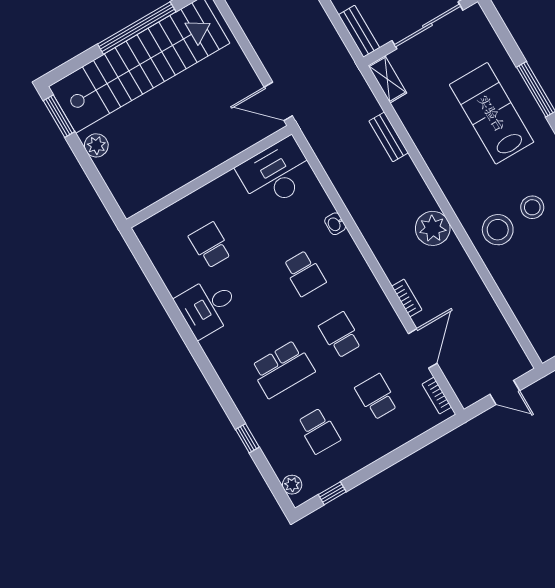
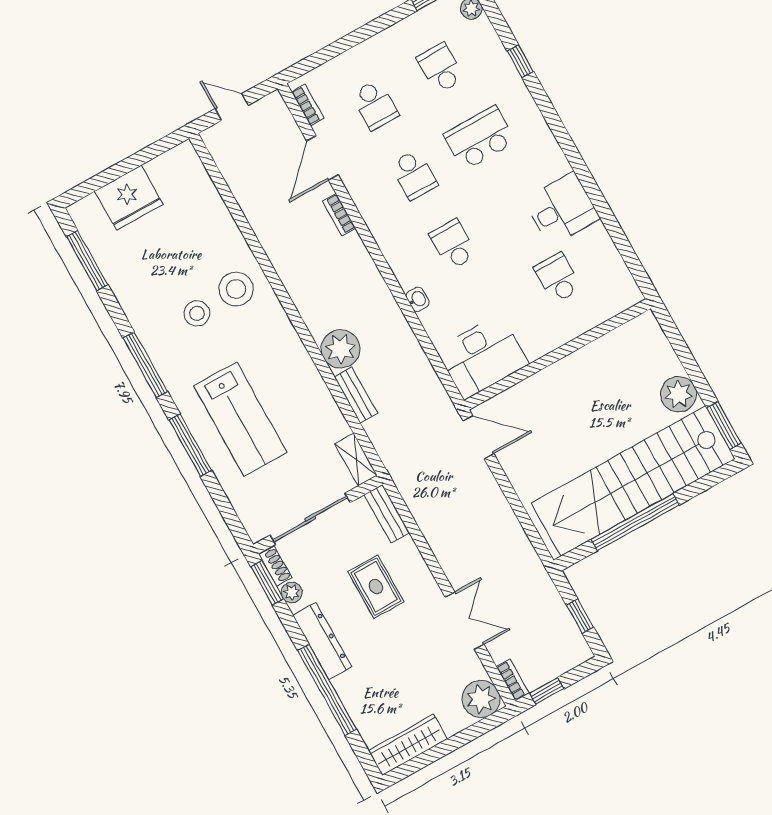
plant: (96, 145) -> (679, 394), width x1.36, depth x1.36
plant: (433, 228) -> (340, 349), moved
school desk: (210, 245) -> (558, 278), turned 180

